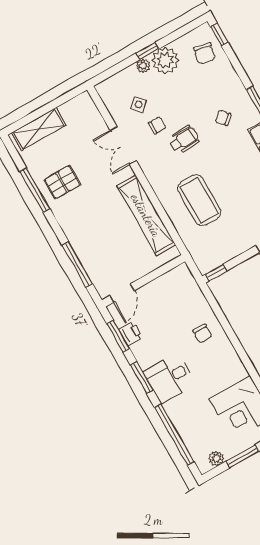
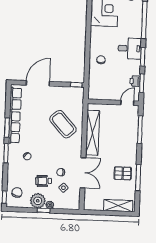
wheelchair: (184, 140) -> (44, 181), moved
double door: (123, 146) -> (83, 173), width x1.37
coffee table: (199, 200) -> (63, 124), turned -42

